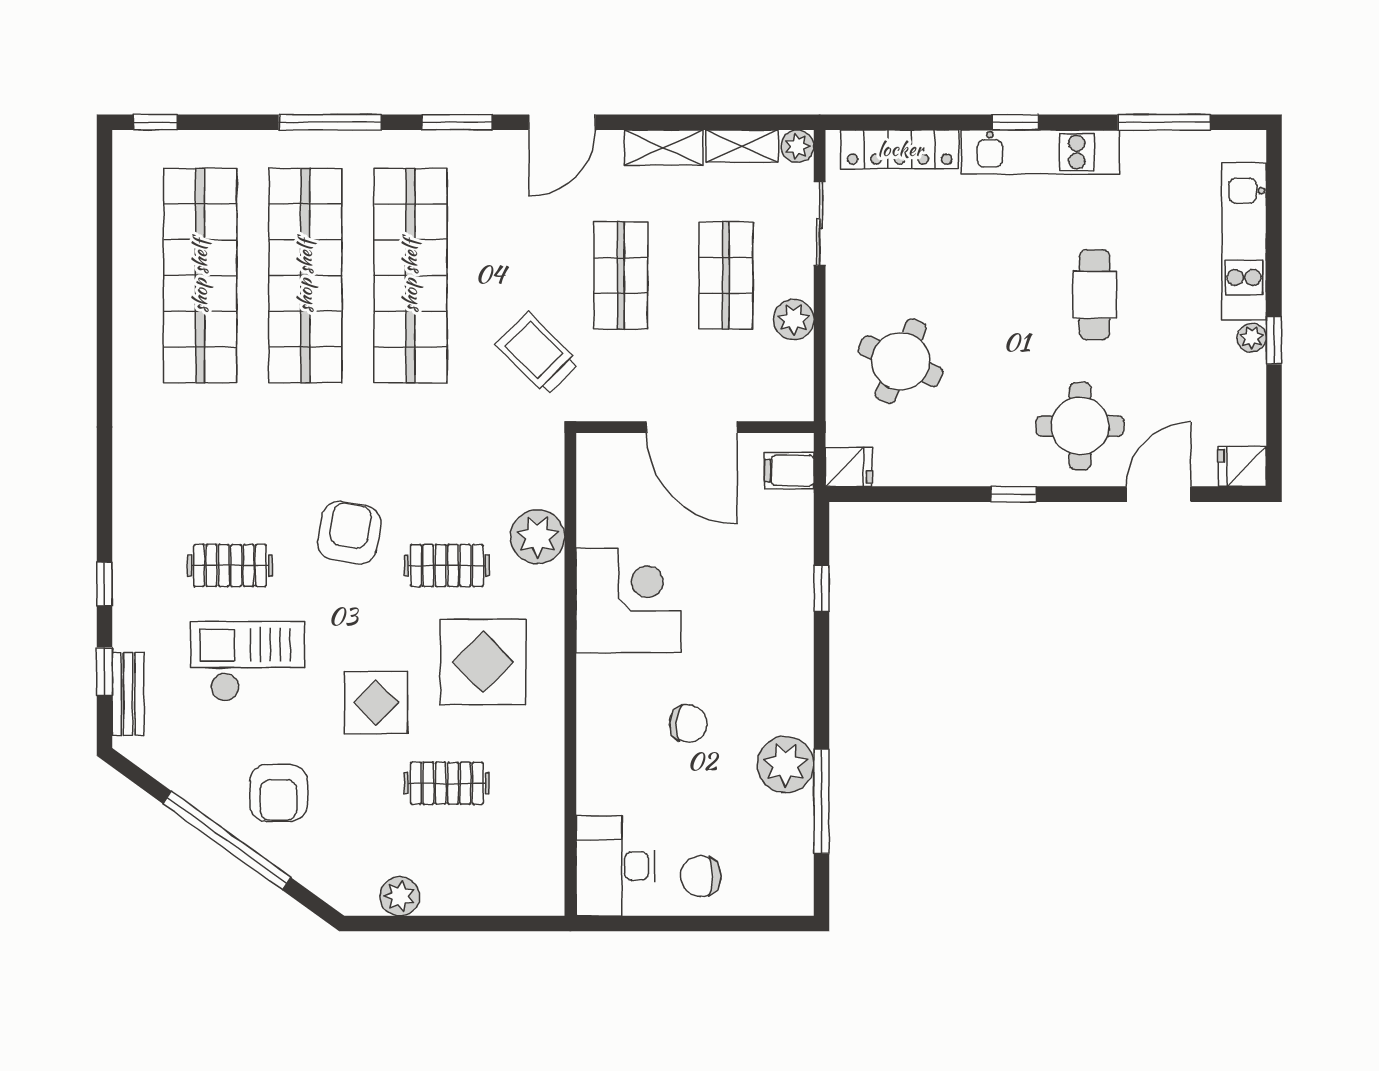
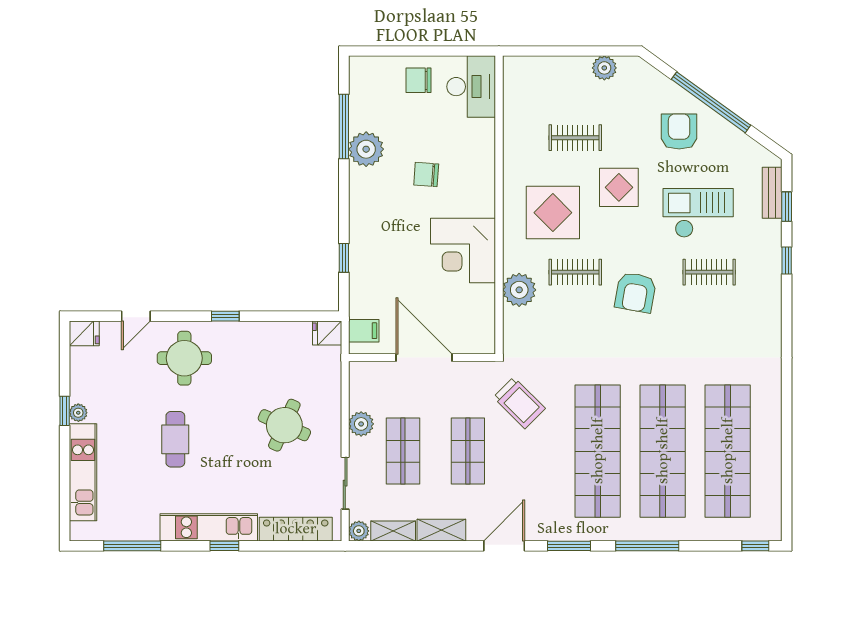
round table: (901, 361) -> (284, 425), moved
door: (1159, 494) -> (136, 316), width x0.73
checkout: (248, 661) -> (698, 213), turned 180
chair: (701, 876) -> (419, 80), turned 180

